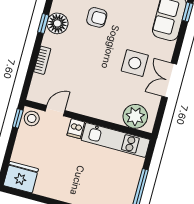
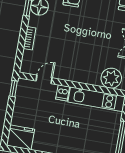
side table: (135, 63) -> (107, 34), removed
stool: (32, 118) -> (25, 88), removed

